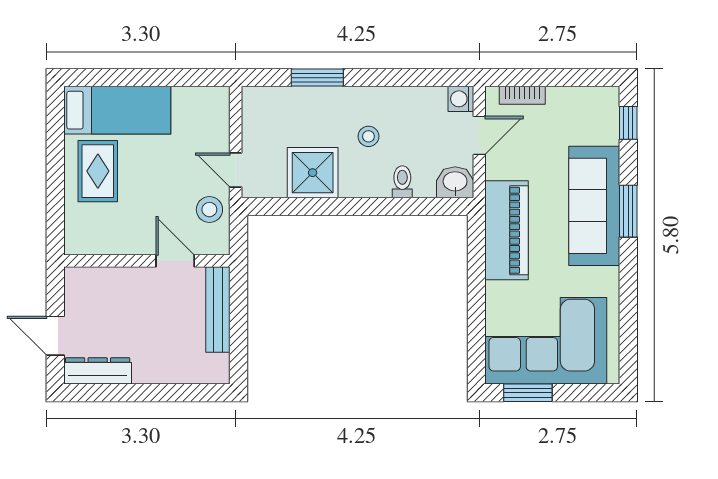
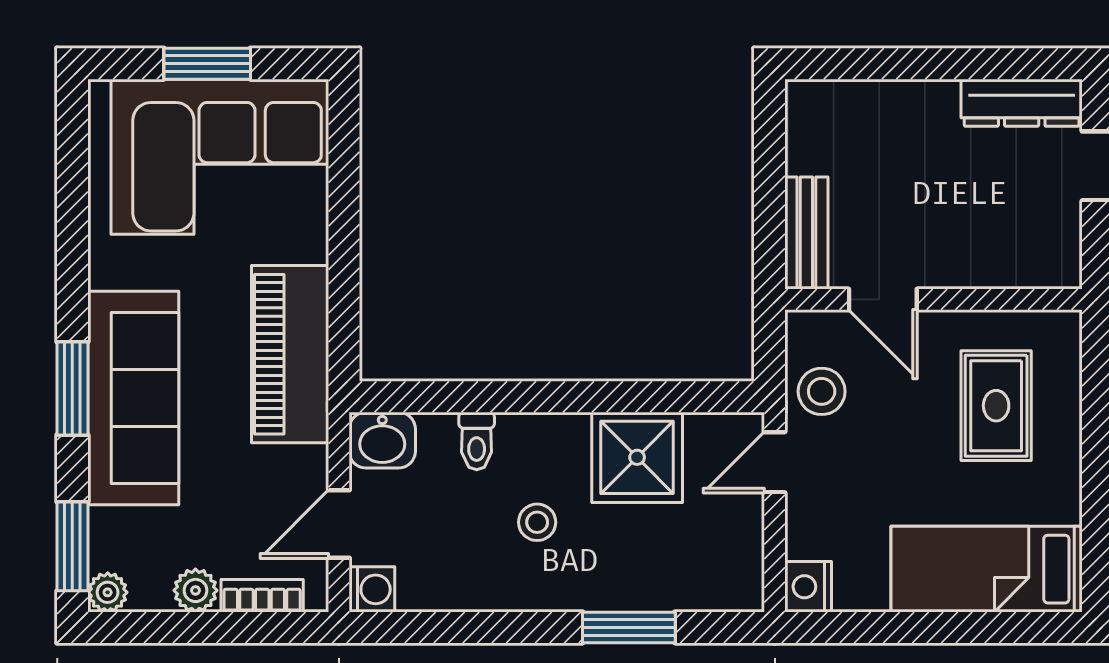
plant: (609, 97) -> (108, 592), added
plant: (559, 98) -> (195, 590), added
nightstand: (217, 100) -> (808, 587), added
window: (628, 123) -> (72, 546), width x1.50
door: (236, 170) -> (775, 462), swing flipped
rug: (98, 171) -> (996, 406), moved
bench: (218, 310) -> (806, 233), width x0.73
window: (528, 393) -> (207, 64), moved

